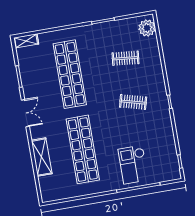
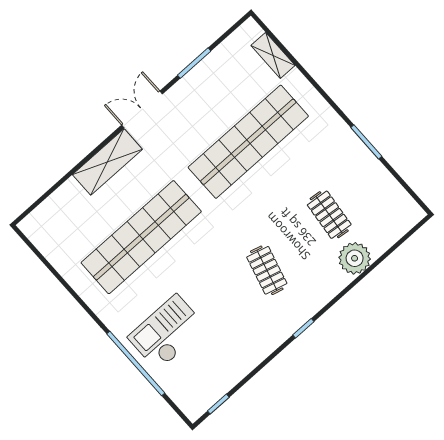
plant: (147, 28) -> (355, 258), moved
shelving: (26, 41) -> (273, 55), moved
double door: (25, 113) -> (142, 109), swing flipped
shelving: (42, 157) -> (107, 162), moved

